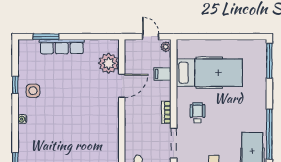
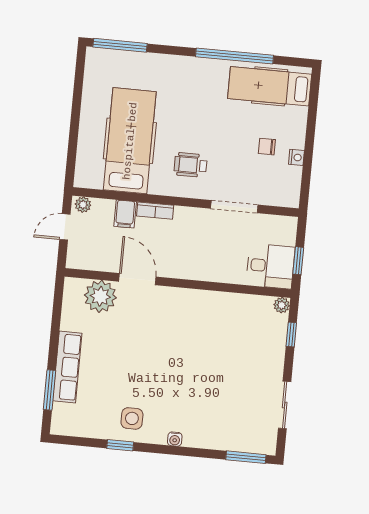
bookcase: (166, 112) -> (155, 211), moved

